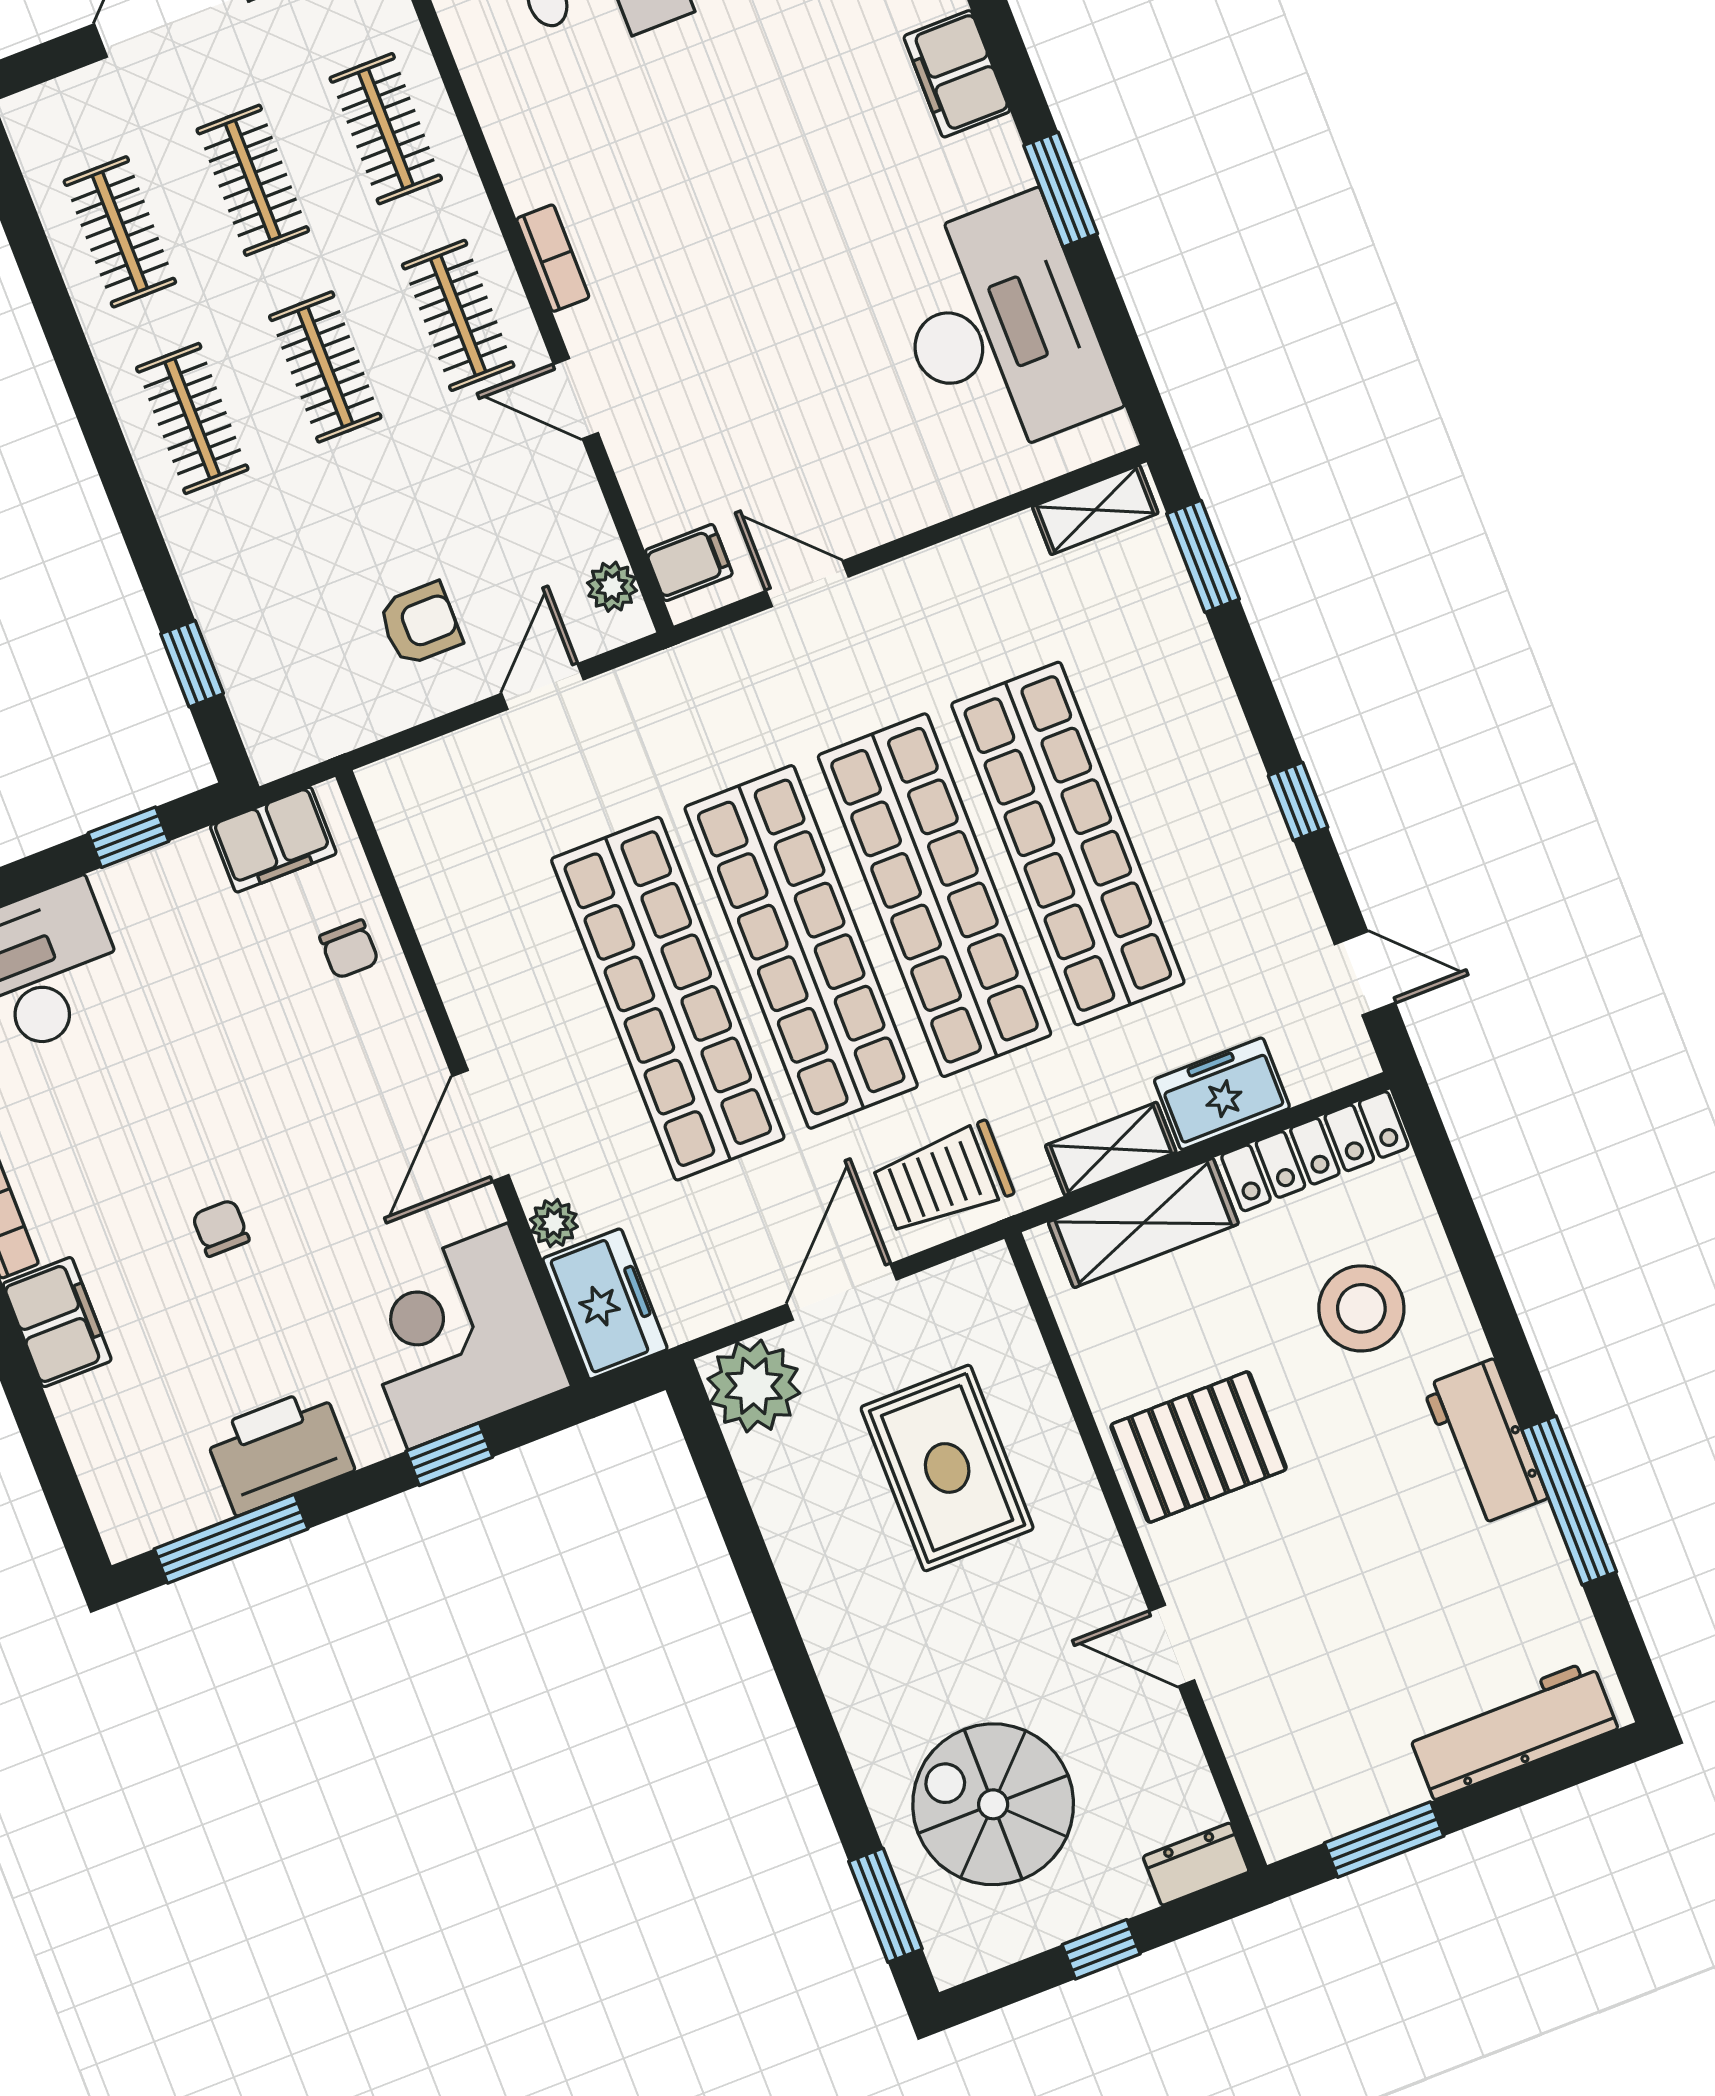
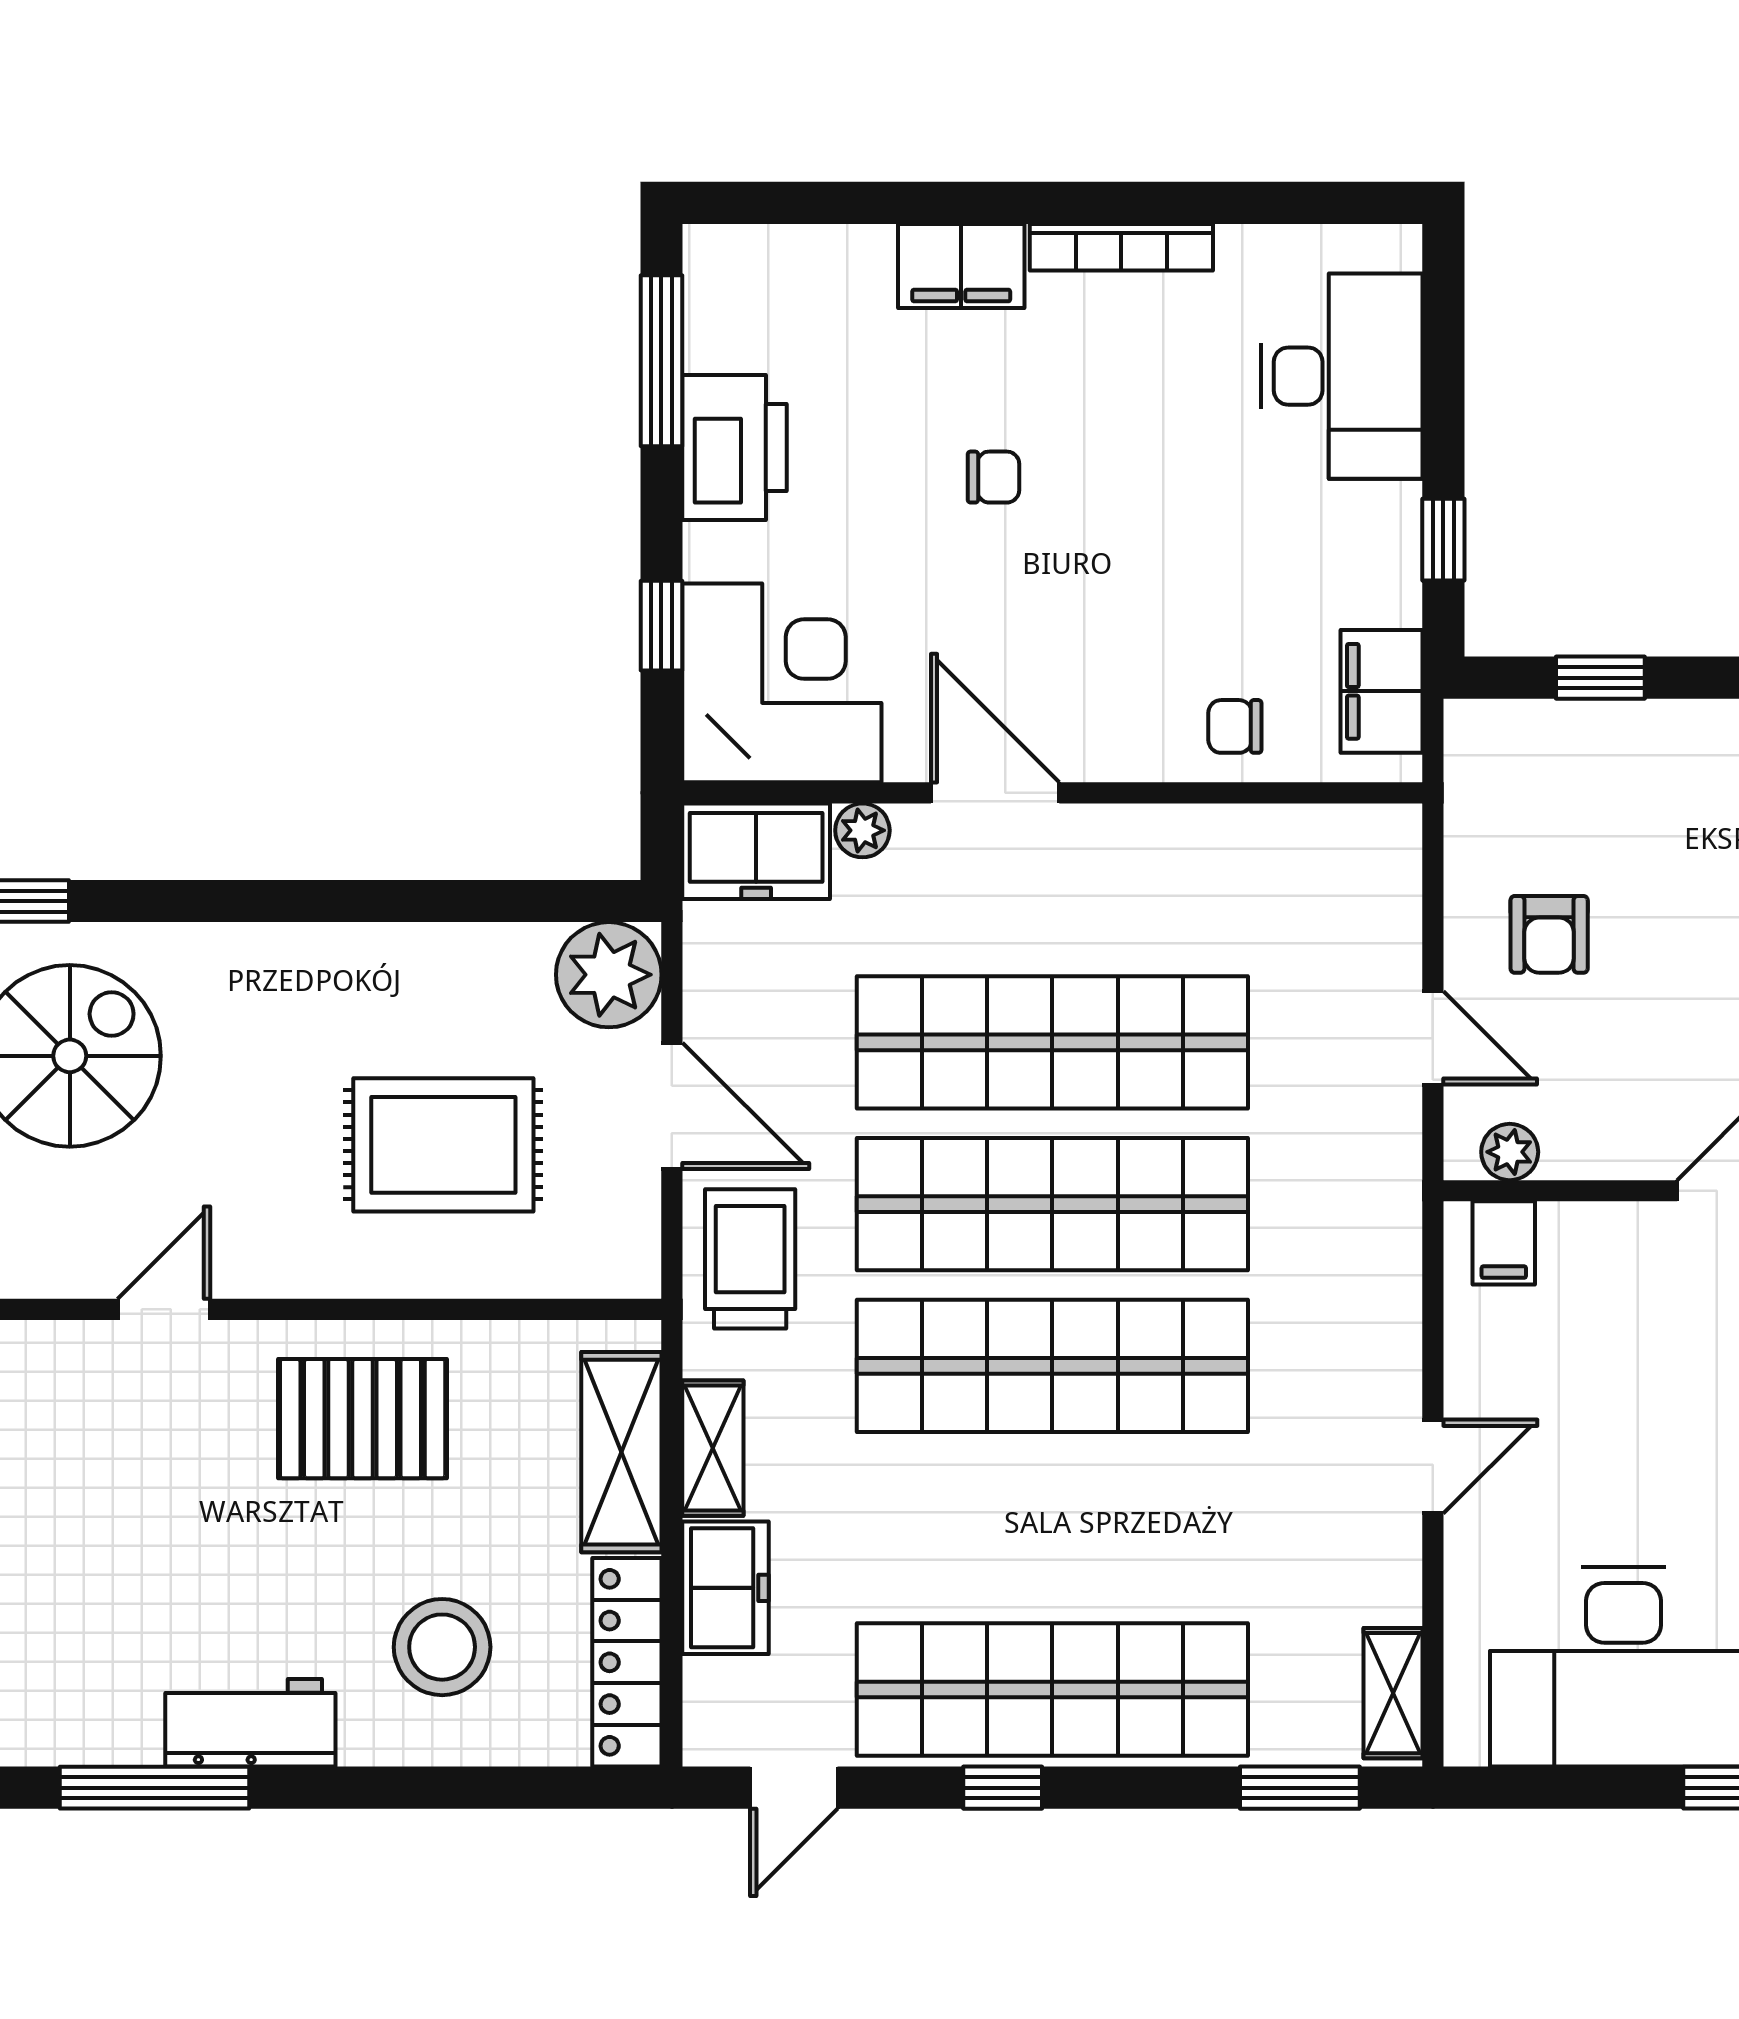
door: (807, 584) -> (1433, 1466), moved
shop shelf: (1068, 843) -> (1052, 1689), moved
pallet: (1199, 1447) -> (363, 1419), turned 90

